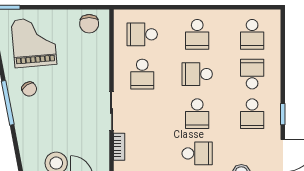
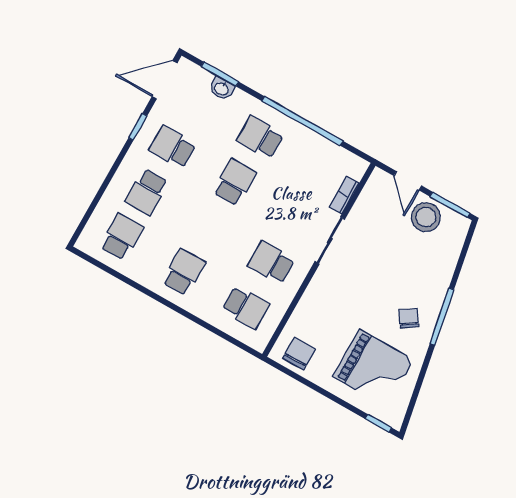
grand piano: (34, 42) -> (373, 368), turned -85
school desk: (142, 74) -> (271, 263), turned -90
school desk: (197, 74) -> (209, 227), removed
school desk: (252, 114) -> (172, 147), turned -90

